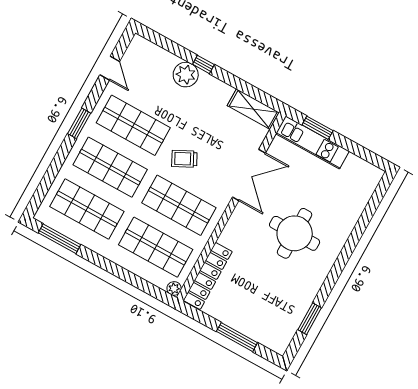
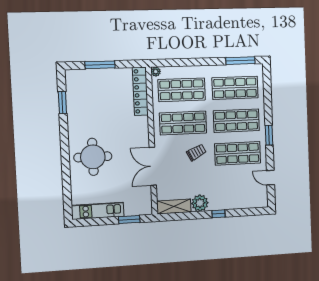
plant: (186, 75) -> (200, 203), moved
kitchen unit: (312, 142) -> (98, 211), moved
round table: (295, 233) -> (93, 157), moved

